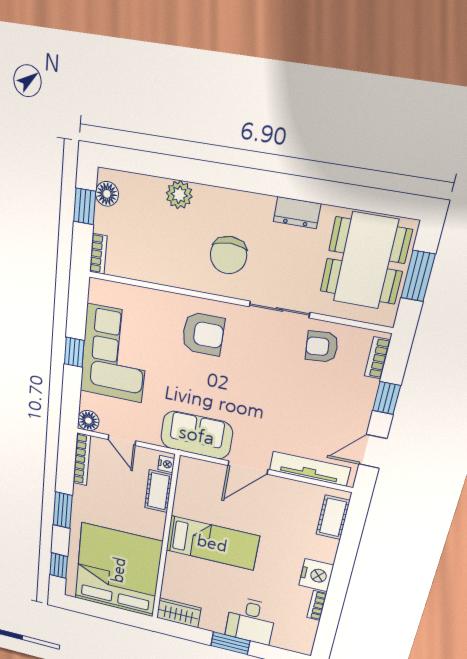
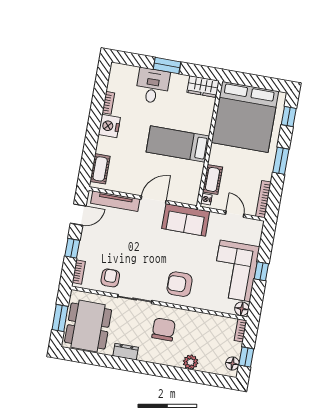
armchair: (322, 347) -> (110, 278), turned -85
floor lamp: (88, 421) -> (242, 309), moved

